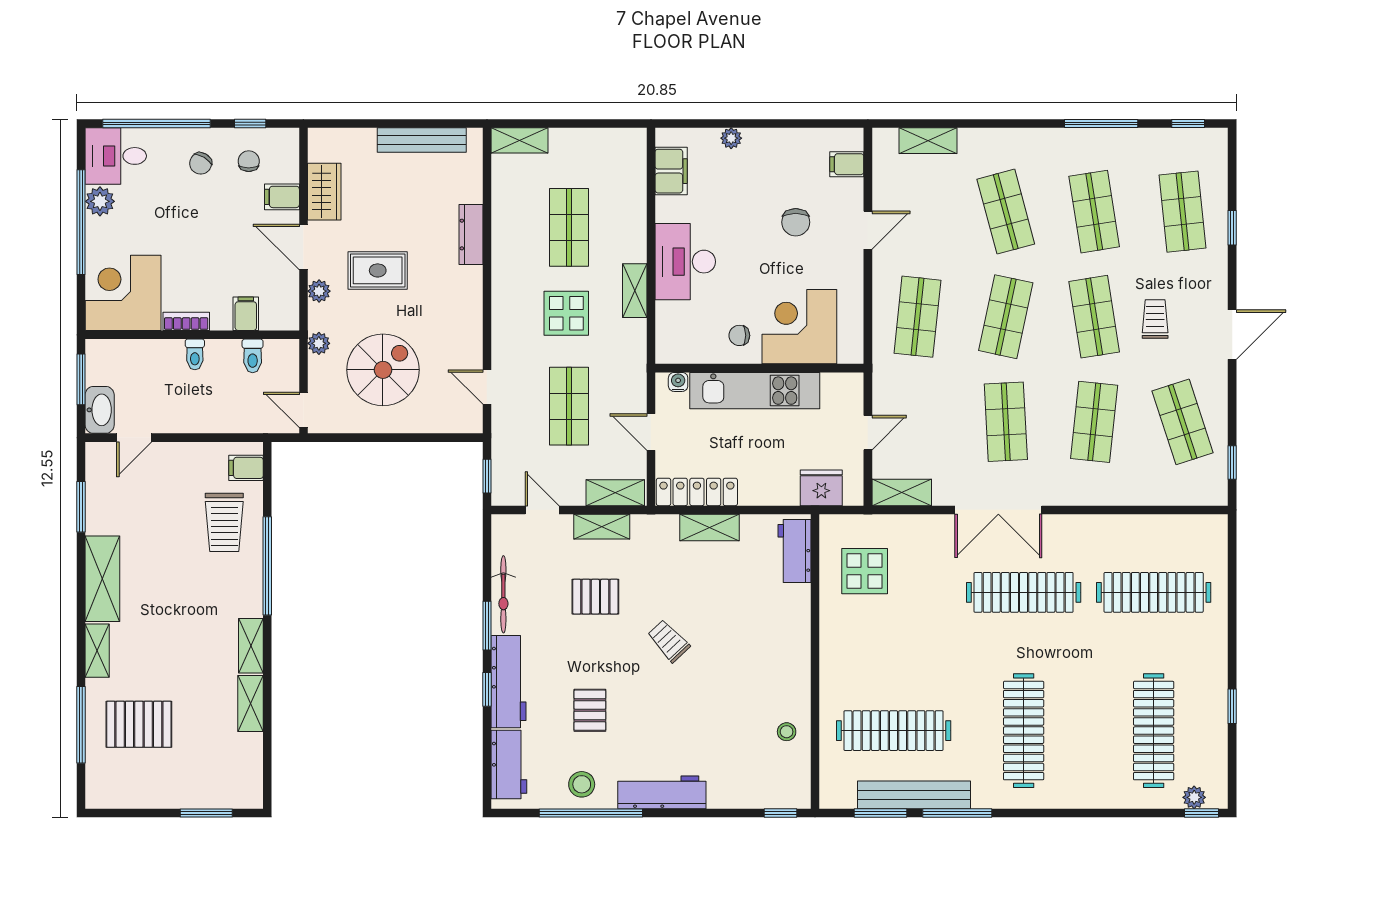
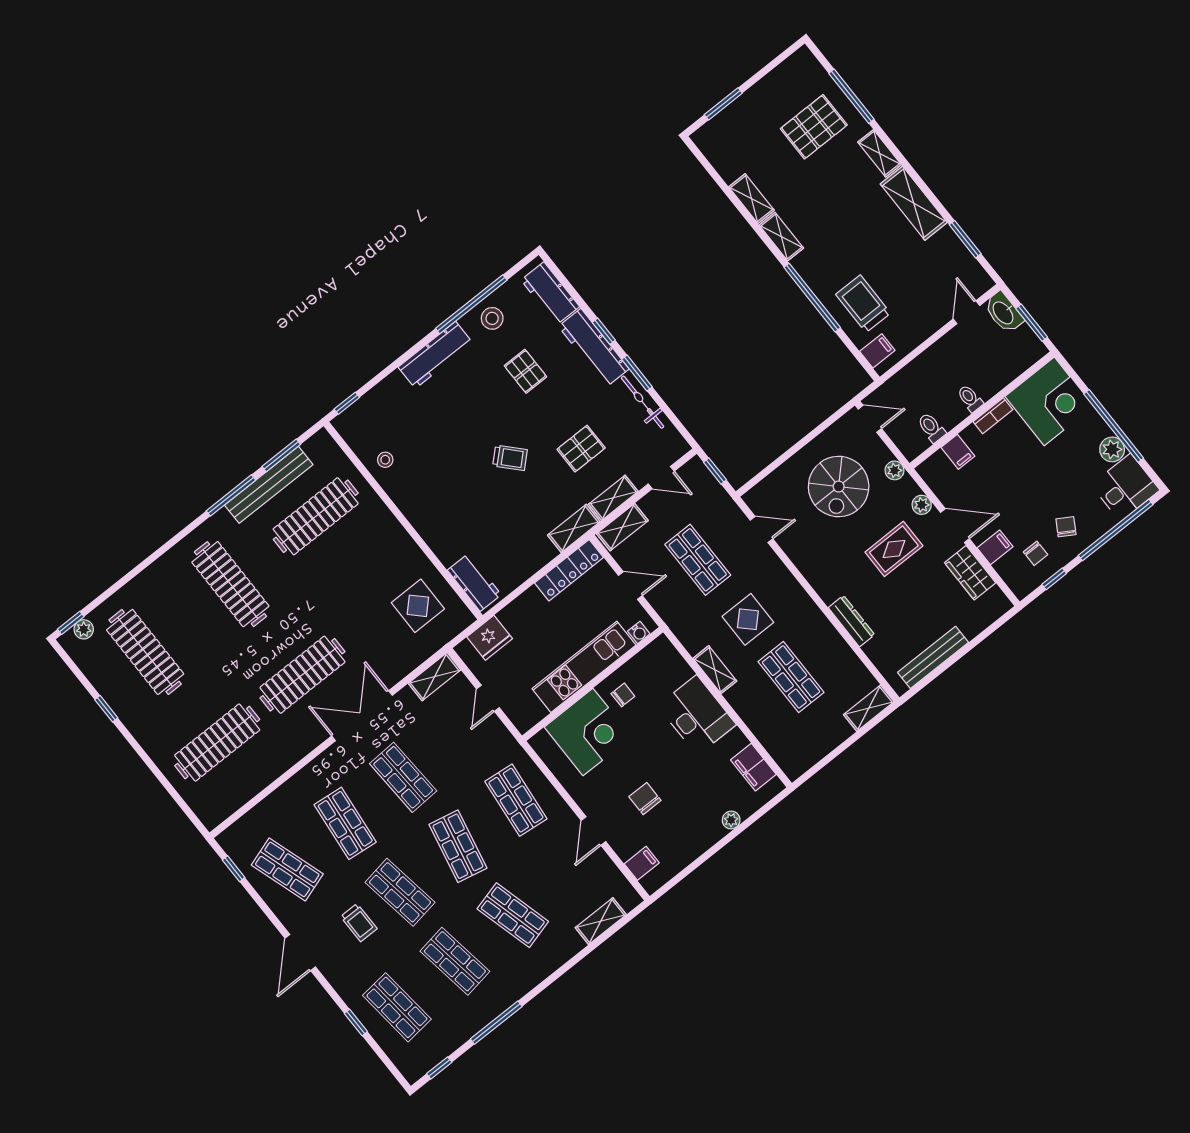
shelving: (710, 527) -> (574, 528), moved

